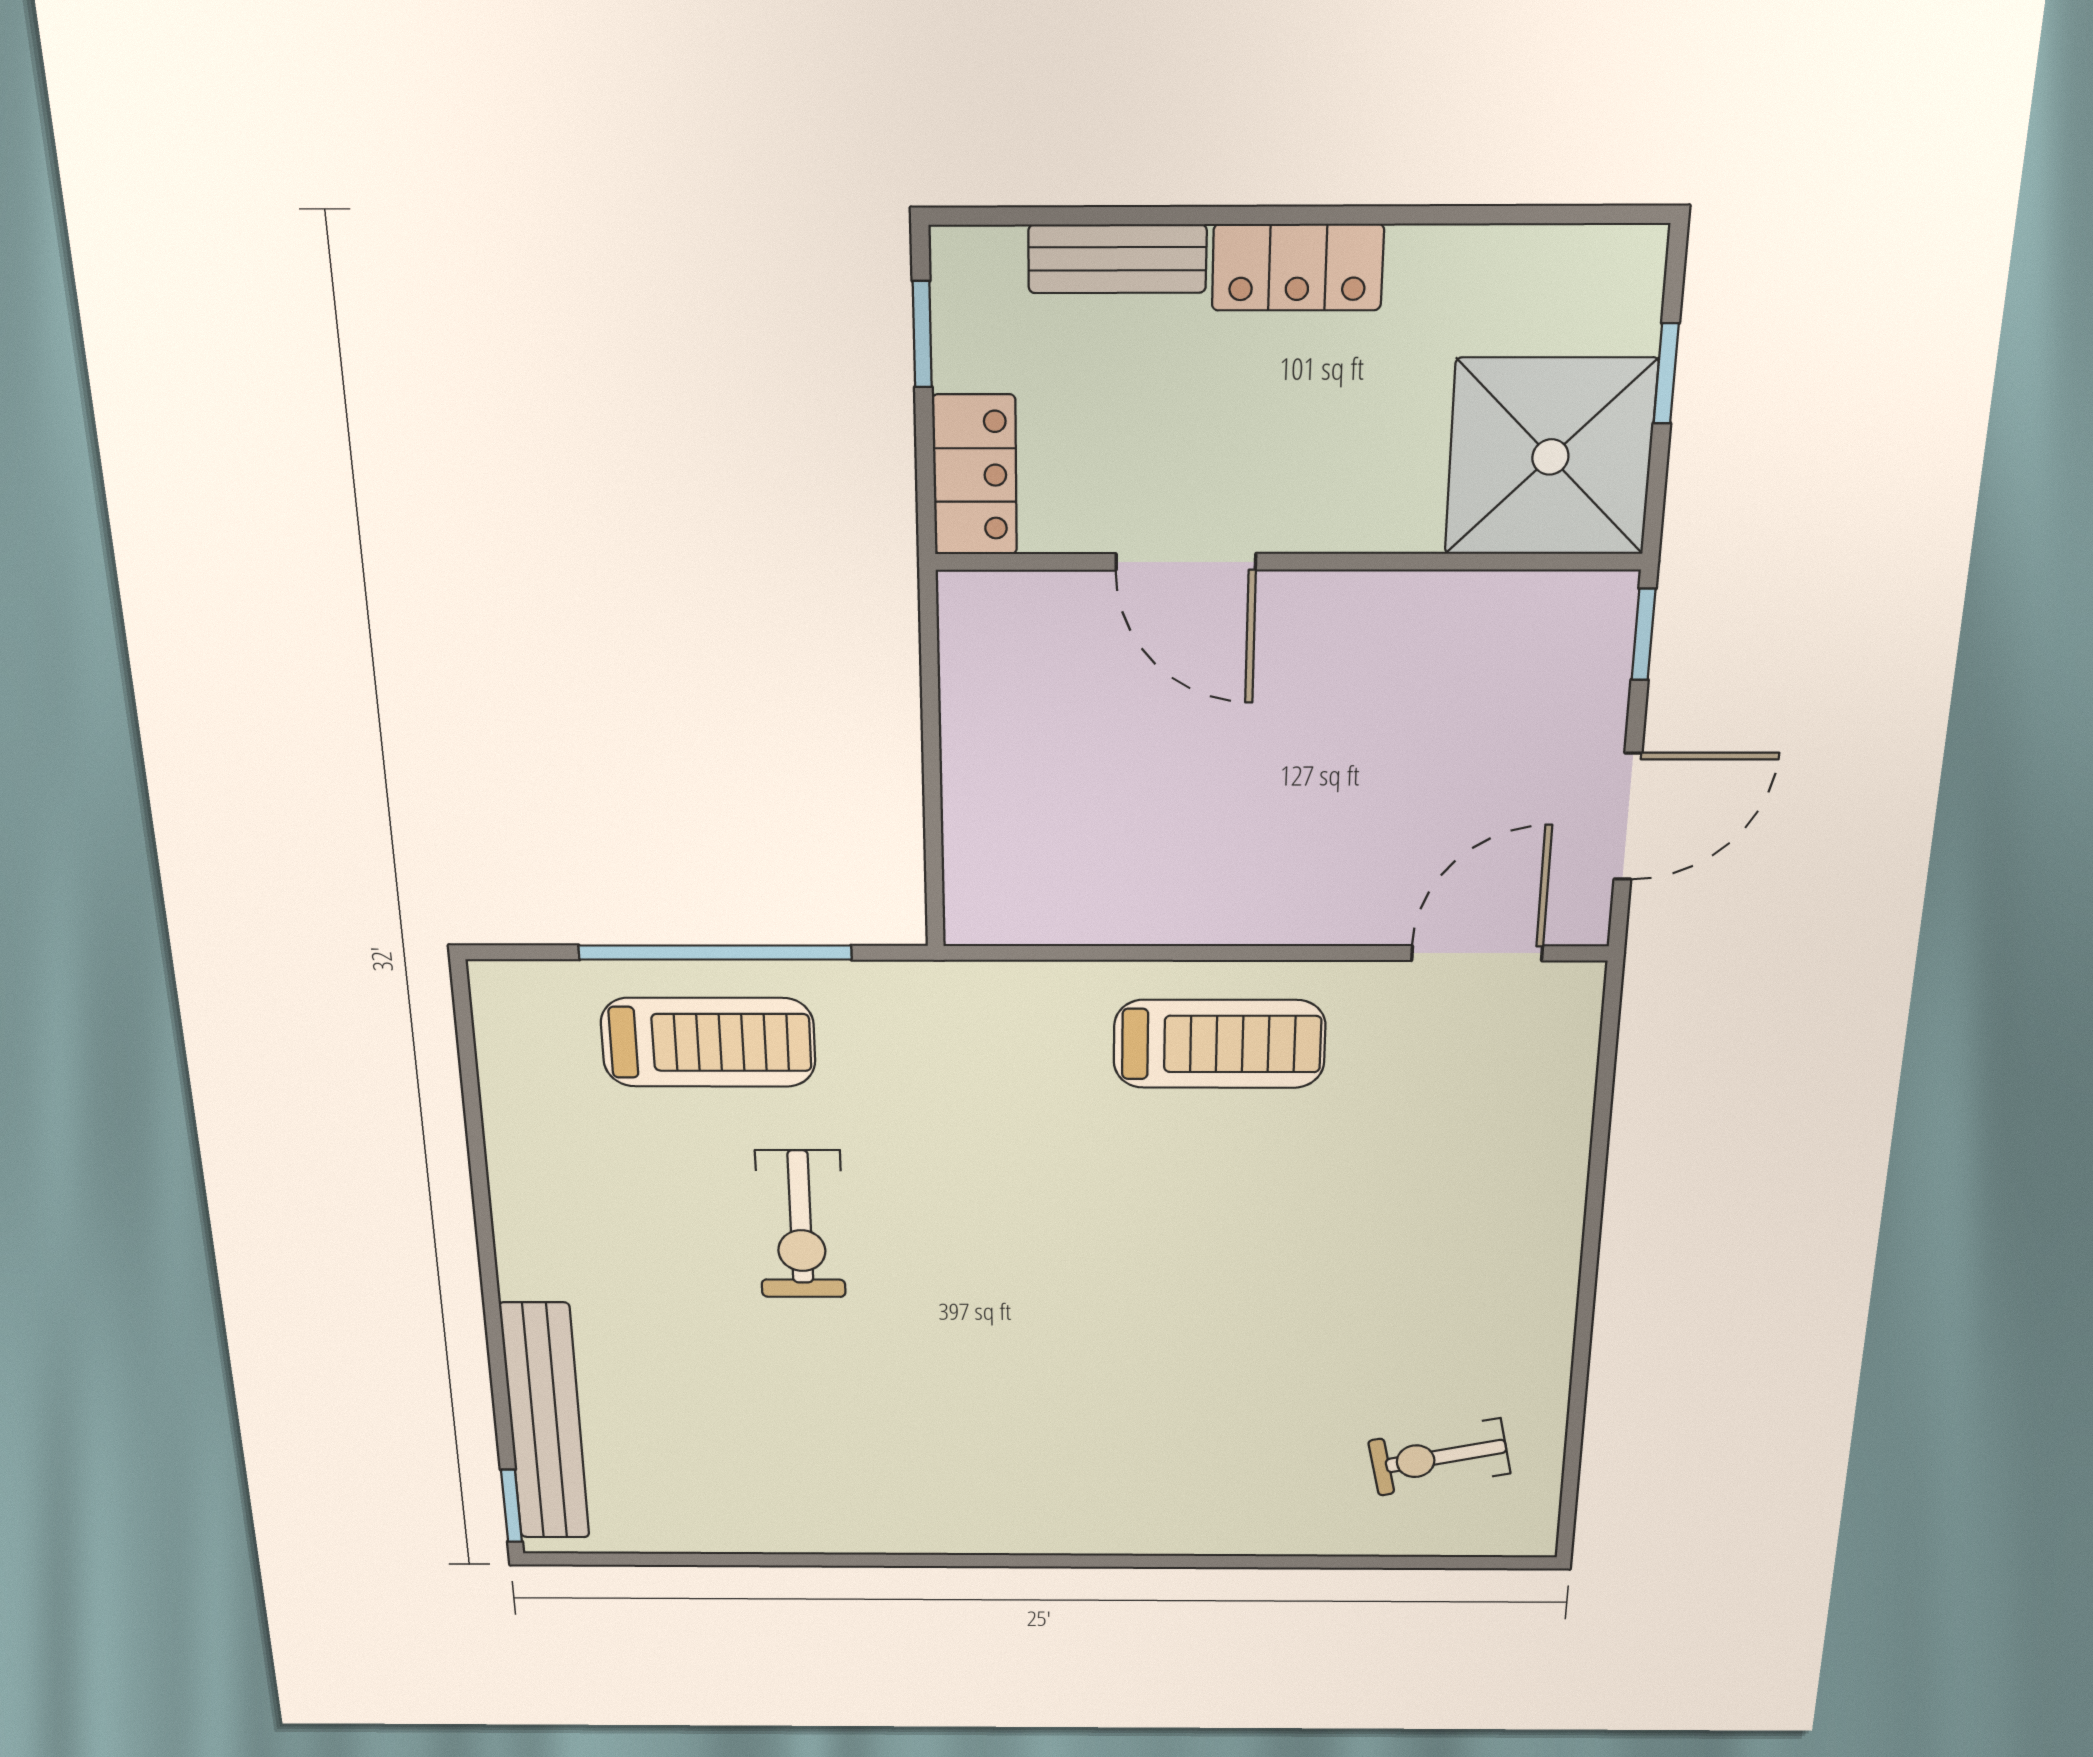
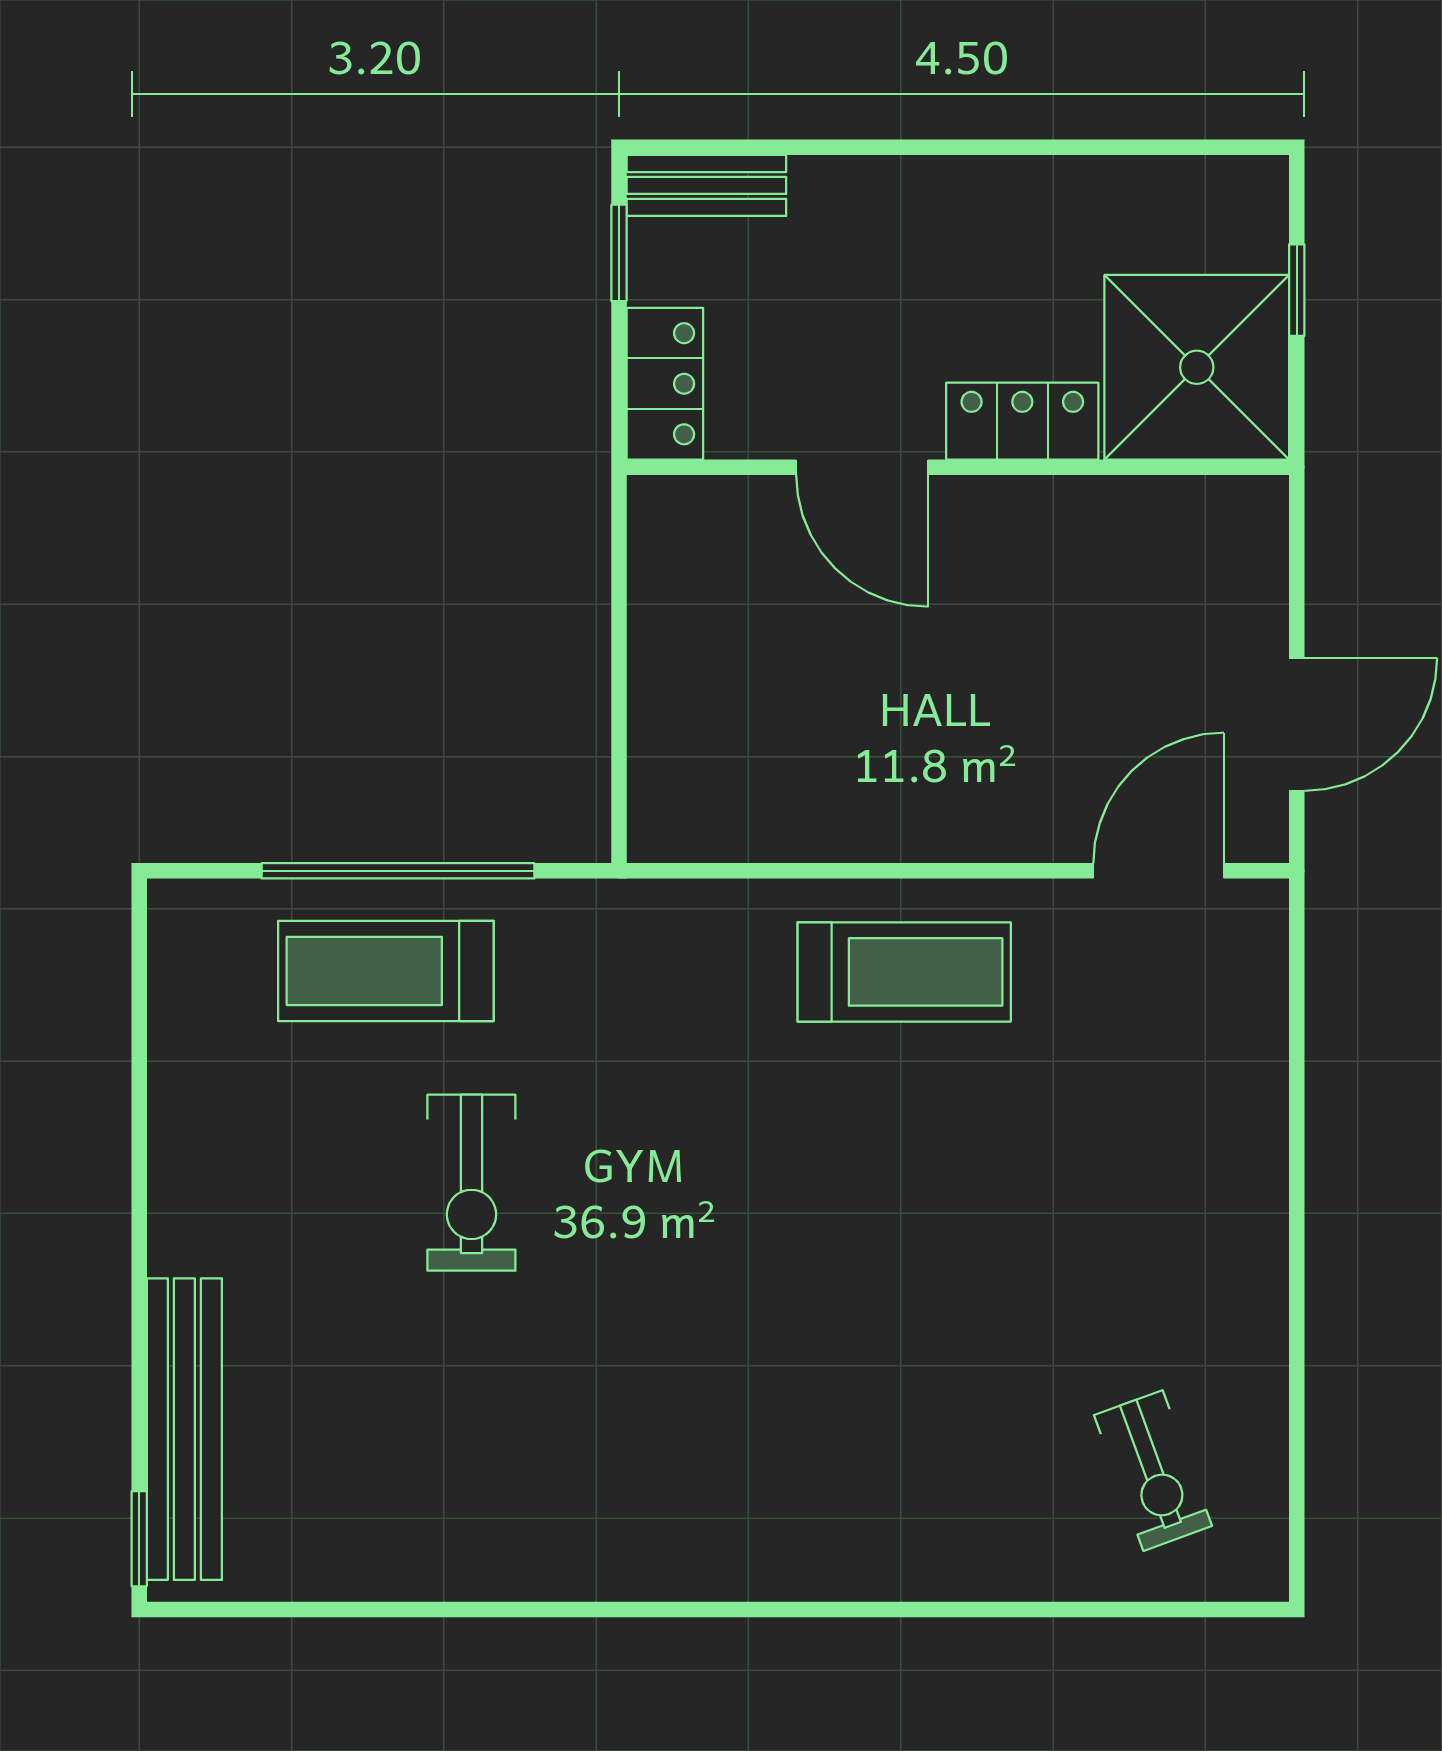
bench: (1117, 259) -> (706, 185), moved
locker: (1298, 267) -> (1022, 421), moved, turned 180
window: (1644, 634) -> (1297, 539), removed
treadmill: (708, 1042) -> (386, 971), turned 180
exercise bike: (1439, 1457) -> (1153, 1471), turned -98

